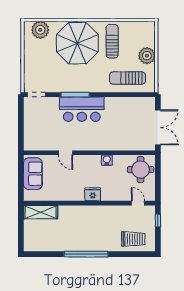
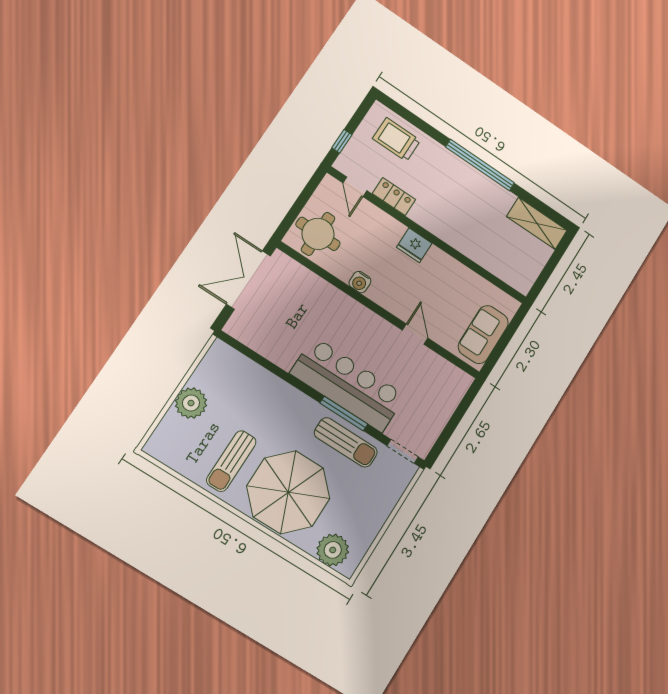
sun lounger: (128, 78) -> (346, 442), moved
bar counter: (82, 109) -> (348, 384), width x1.36
locker: (117, 211) -> (394, 197), added
shelving: (41, 212) -> (537, 223), moved

